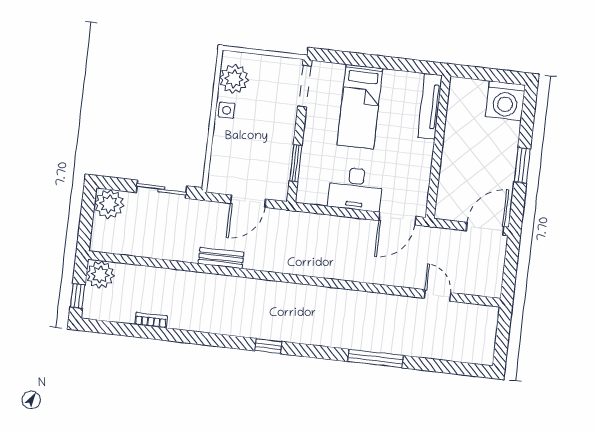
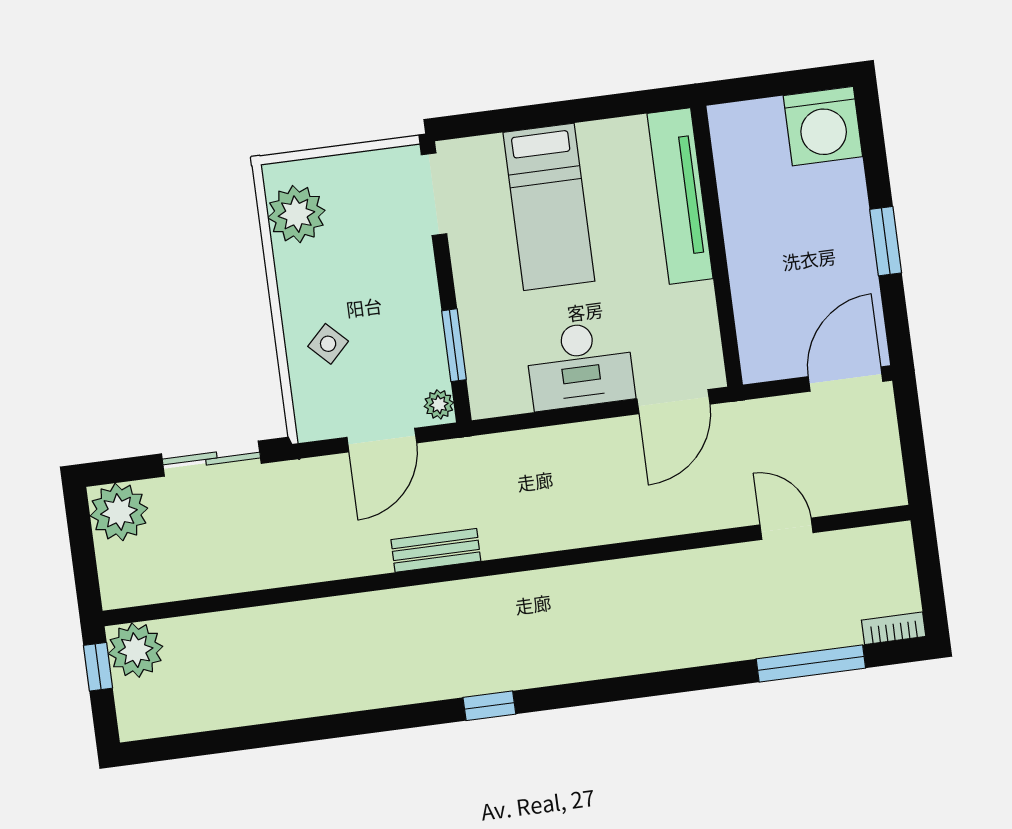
tv unit: (430, 106) -> (680, 196), width x1.36, depth x1.29
side table: (227, 110) -> (328, 344), moved, turned 45
plant: (281, 191) -> (439, 404), added
bench: (221, 258) -> (436, 550), moved
window: (78, 296) -> (98, 667), moved
bookcase: (151, 320) -> (894, 628), moved
window: (376, 359) -> (811, 663), moved

